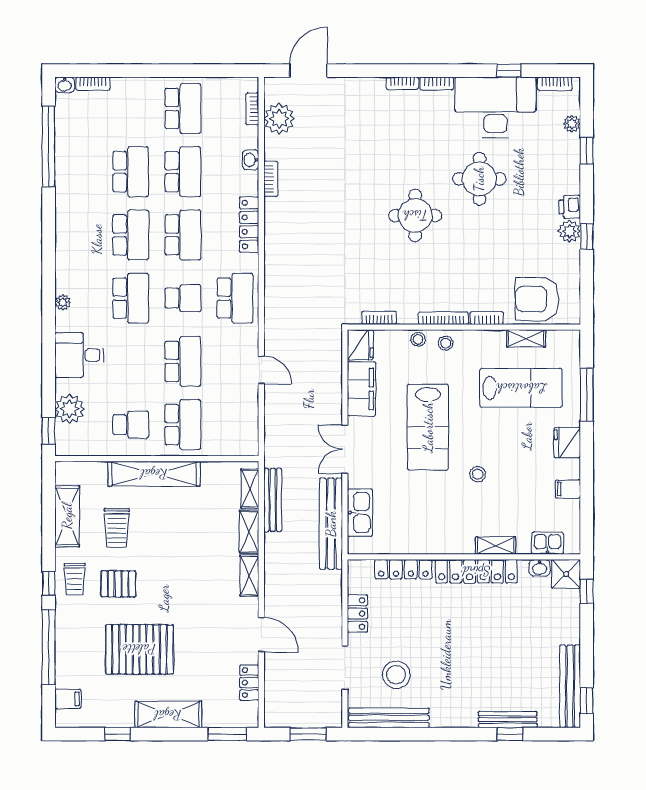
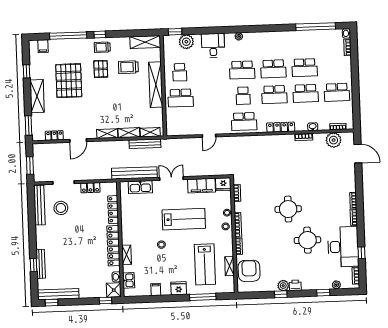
school desk: (183, 361) -> (212, 97), removed
lab bench: (428, 427) -> (184, 219), turned 180
shelving: (67, 516) -> (145, 42), moved

